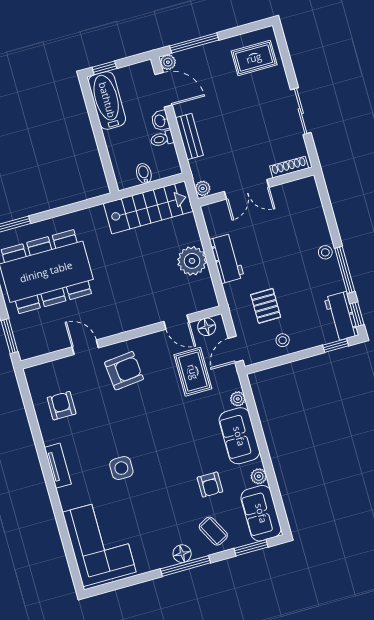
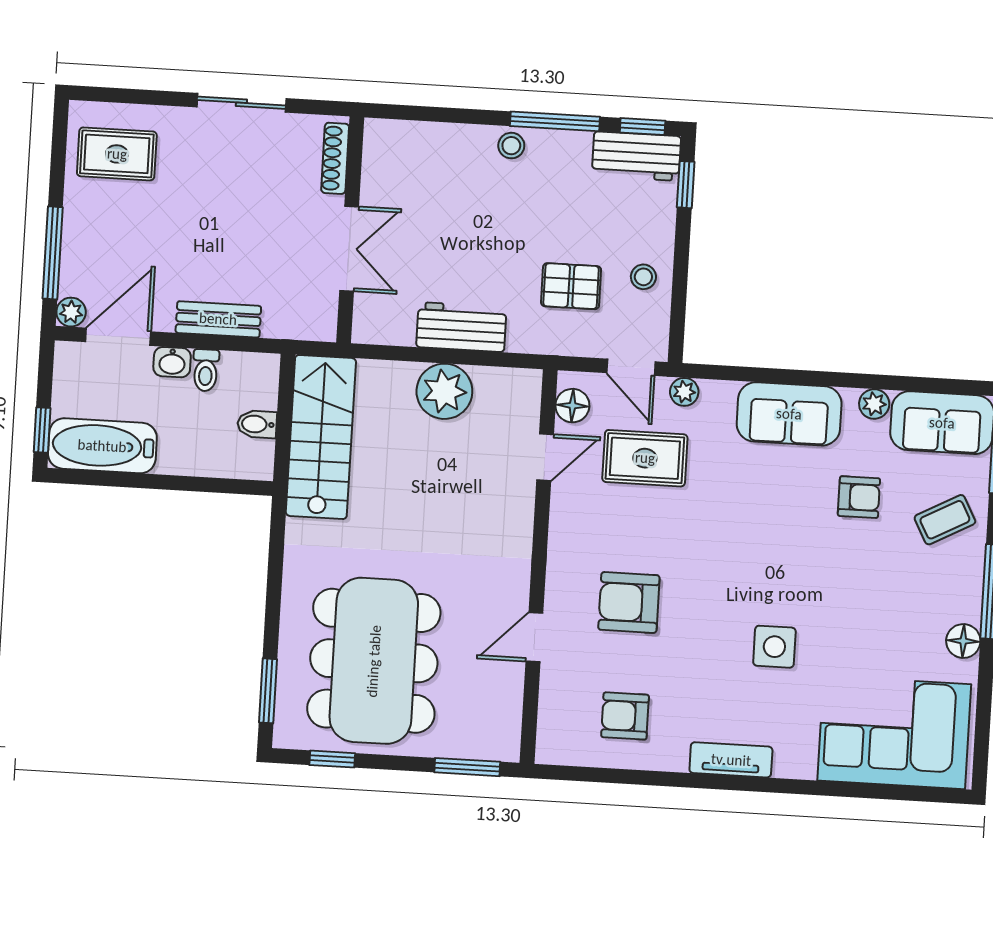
rug: (254, 58) -> (117, 154), turned 90
plant: (203, 188) -> (320, 327), removed
armchair: (124, 371) -> (629, 602), moved, turned -84
plant: (238, 399) -> (684, 392), moved
floor lamp: (182, 554) -> (963, 641), moved

